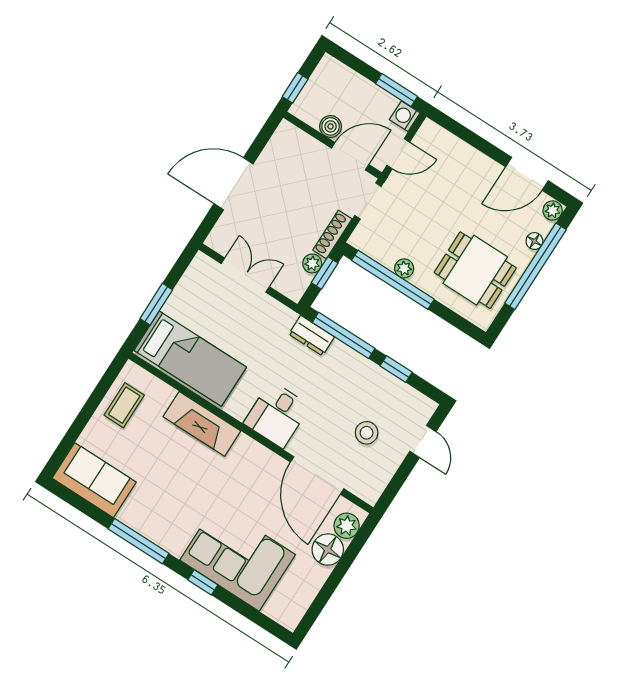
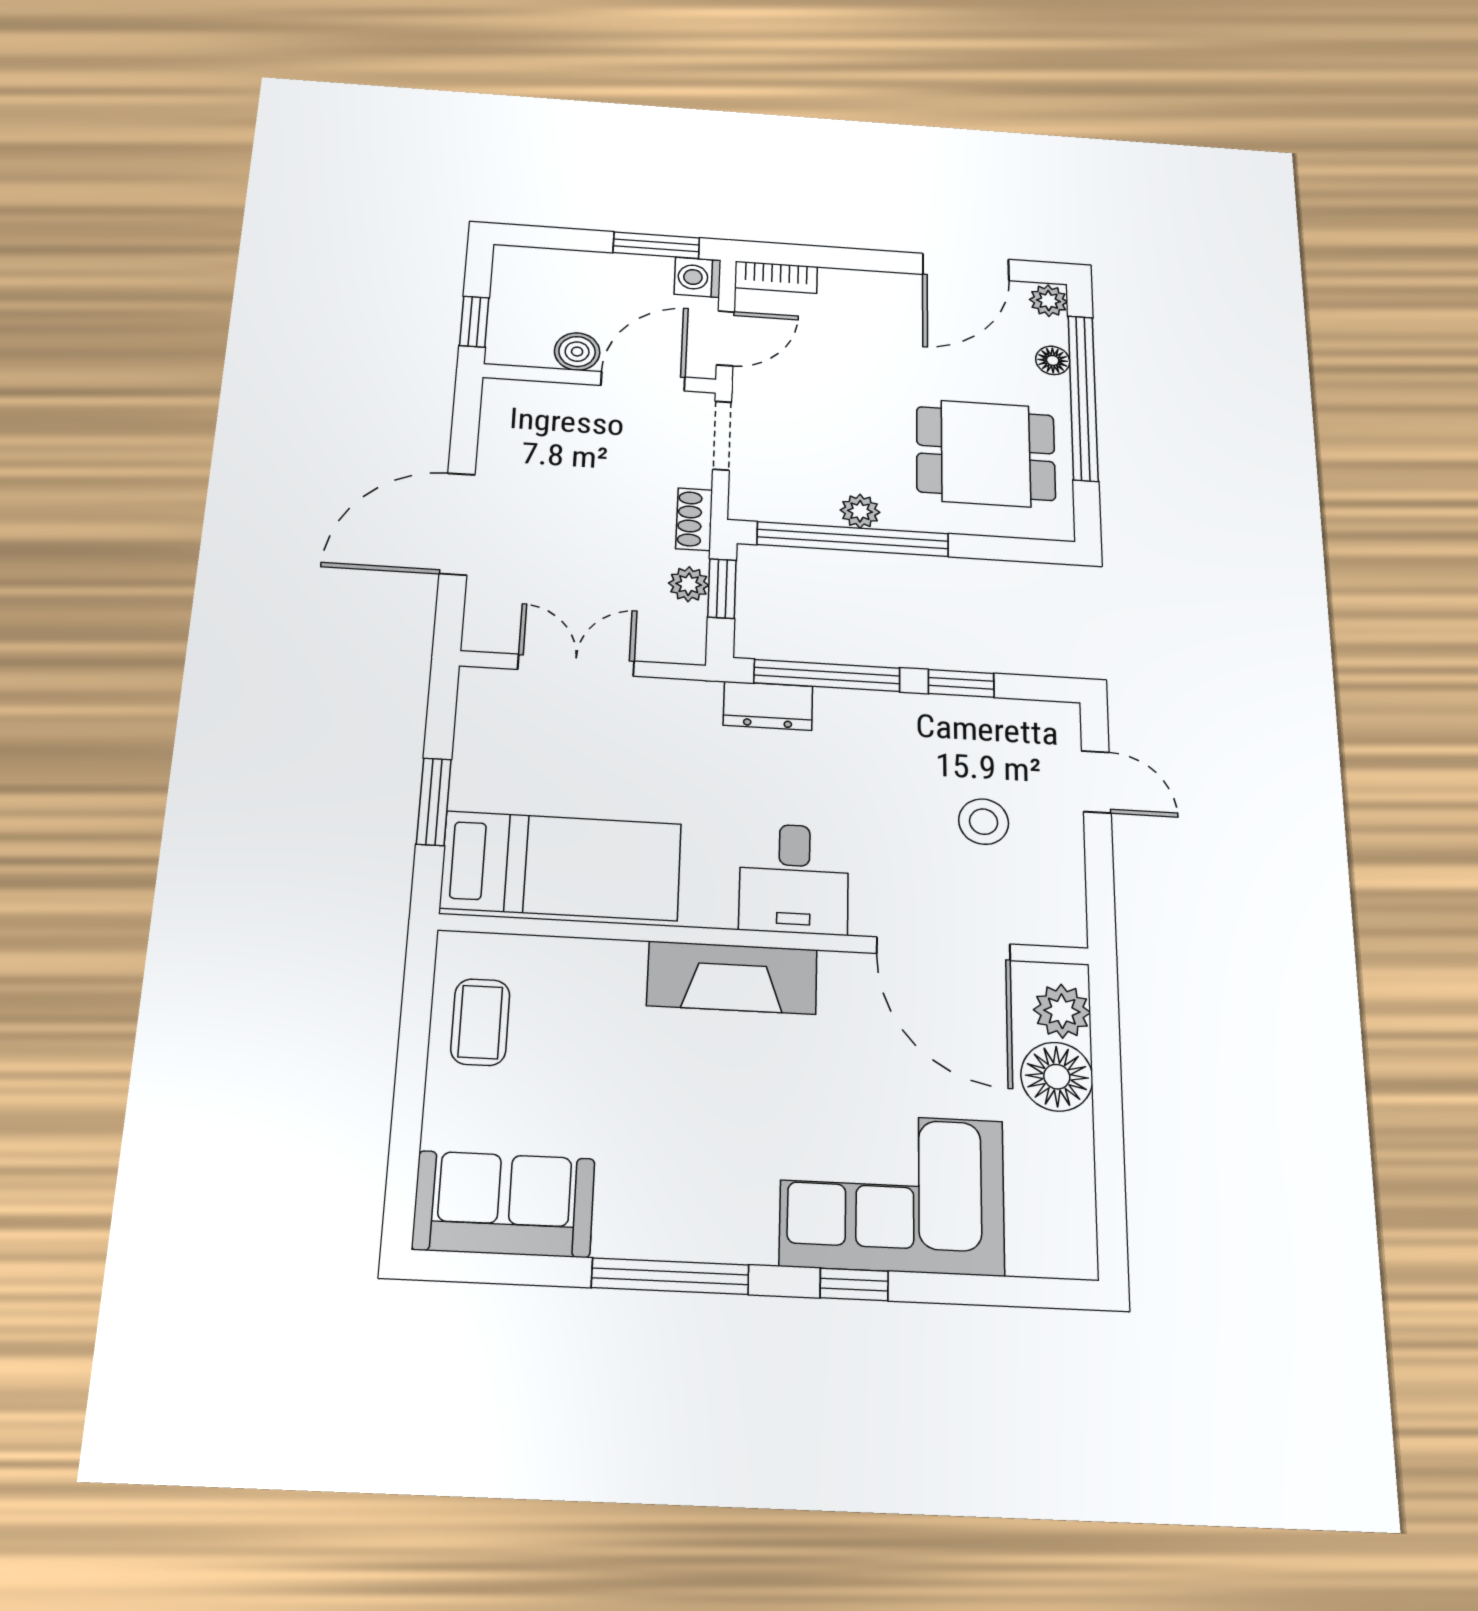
bookcase: (439, 134) -> (776, 277), added
shoe rack: (332, 235) -> (694, 519), width x0.70
fireplace: (202, 424) -> (732, 978), moved

